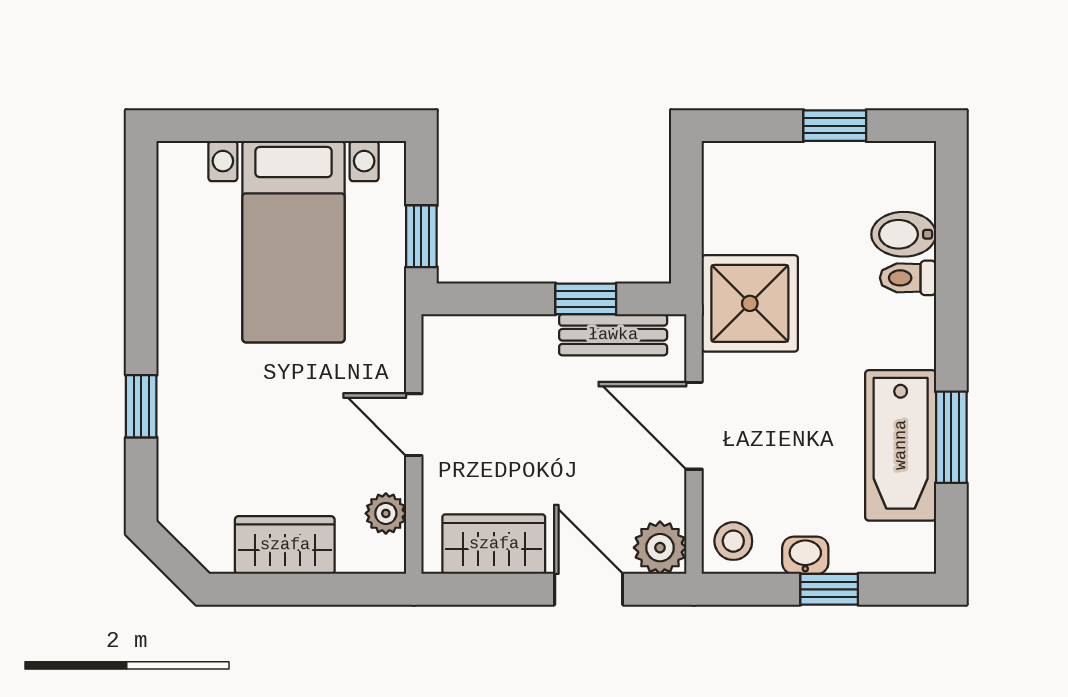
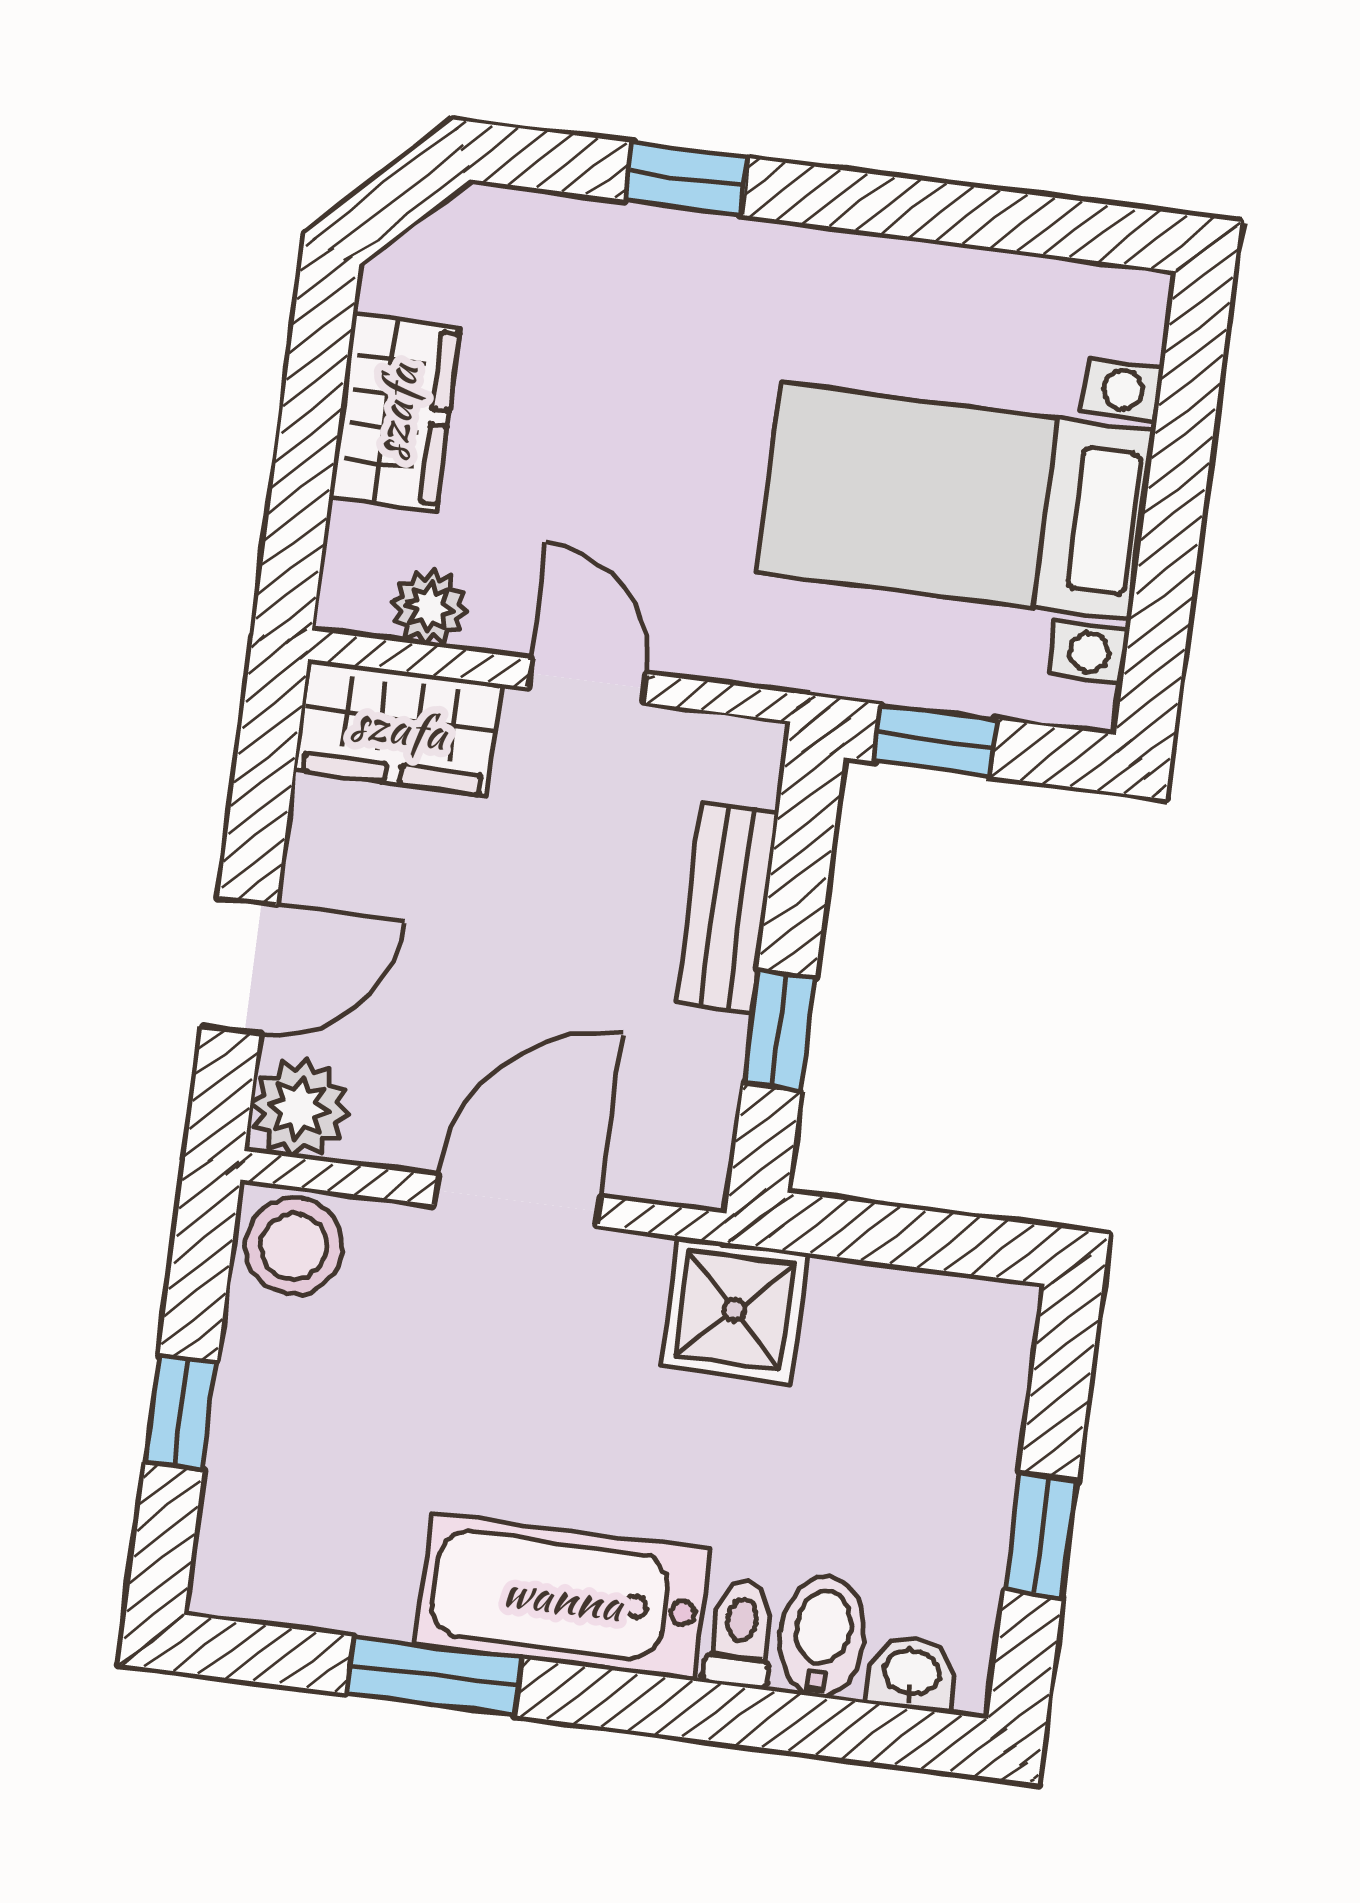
shower: (750, 303) -> (734, 1310), width x0.73, depth x0.73
bench: (613, 335) -> (727, 908), moved
door: (414, 425) -> (587, 681), hinge flipped
bathtub: (901, 445) -> (563, 1597), moved
stool: (733, 541) -> (294, 1246), width x1.37, depth x1.37
wardrobe: (494, 544) -> (399, 727), moved, turned 90
washbasin: (805, 555) -> (911, 1674), moved, turned -90

